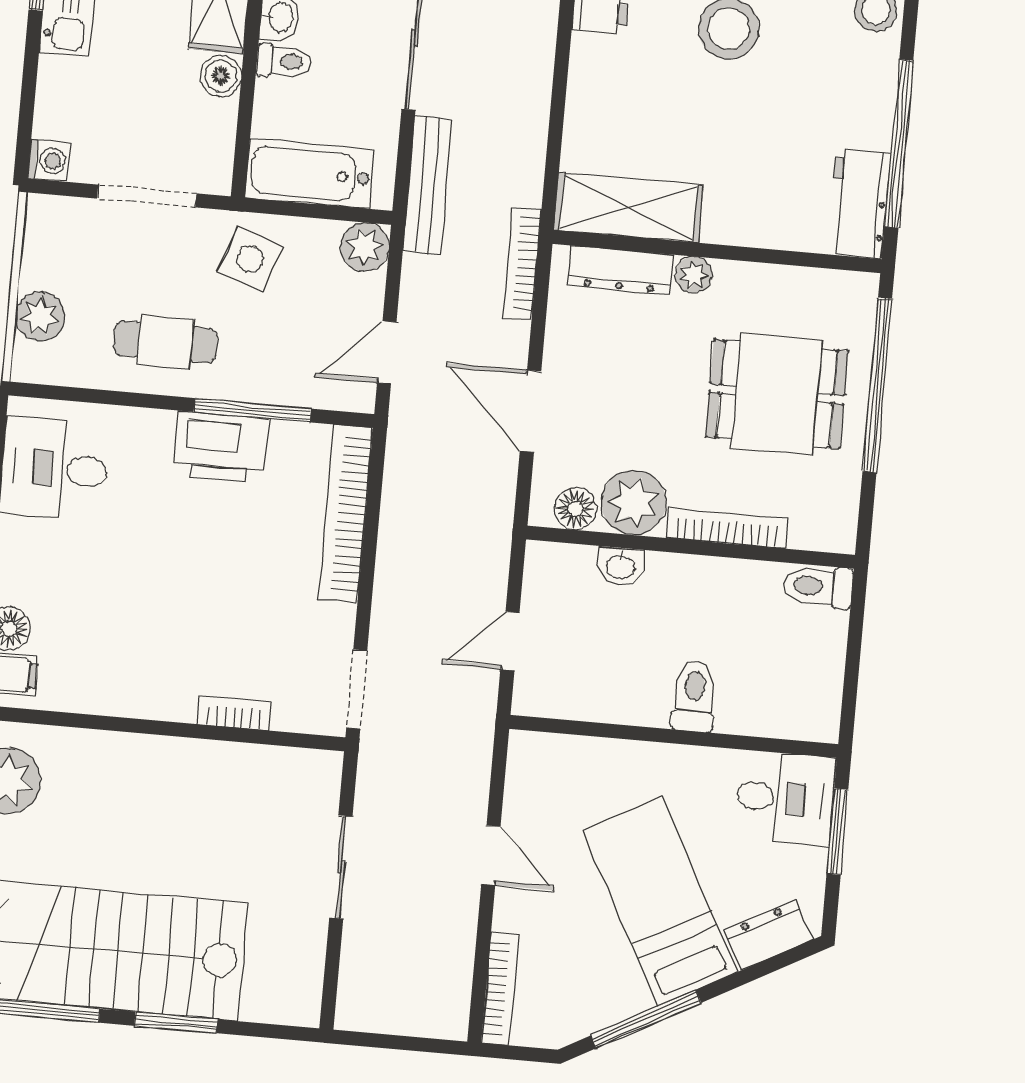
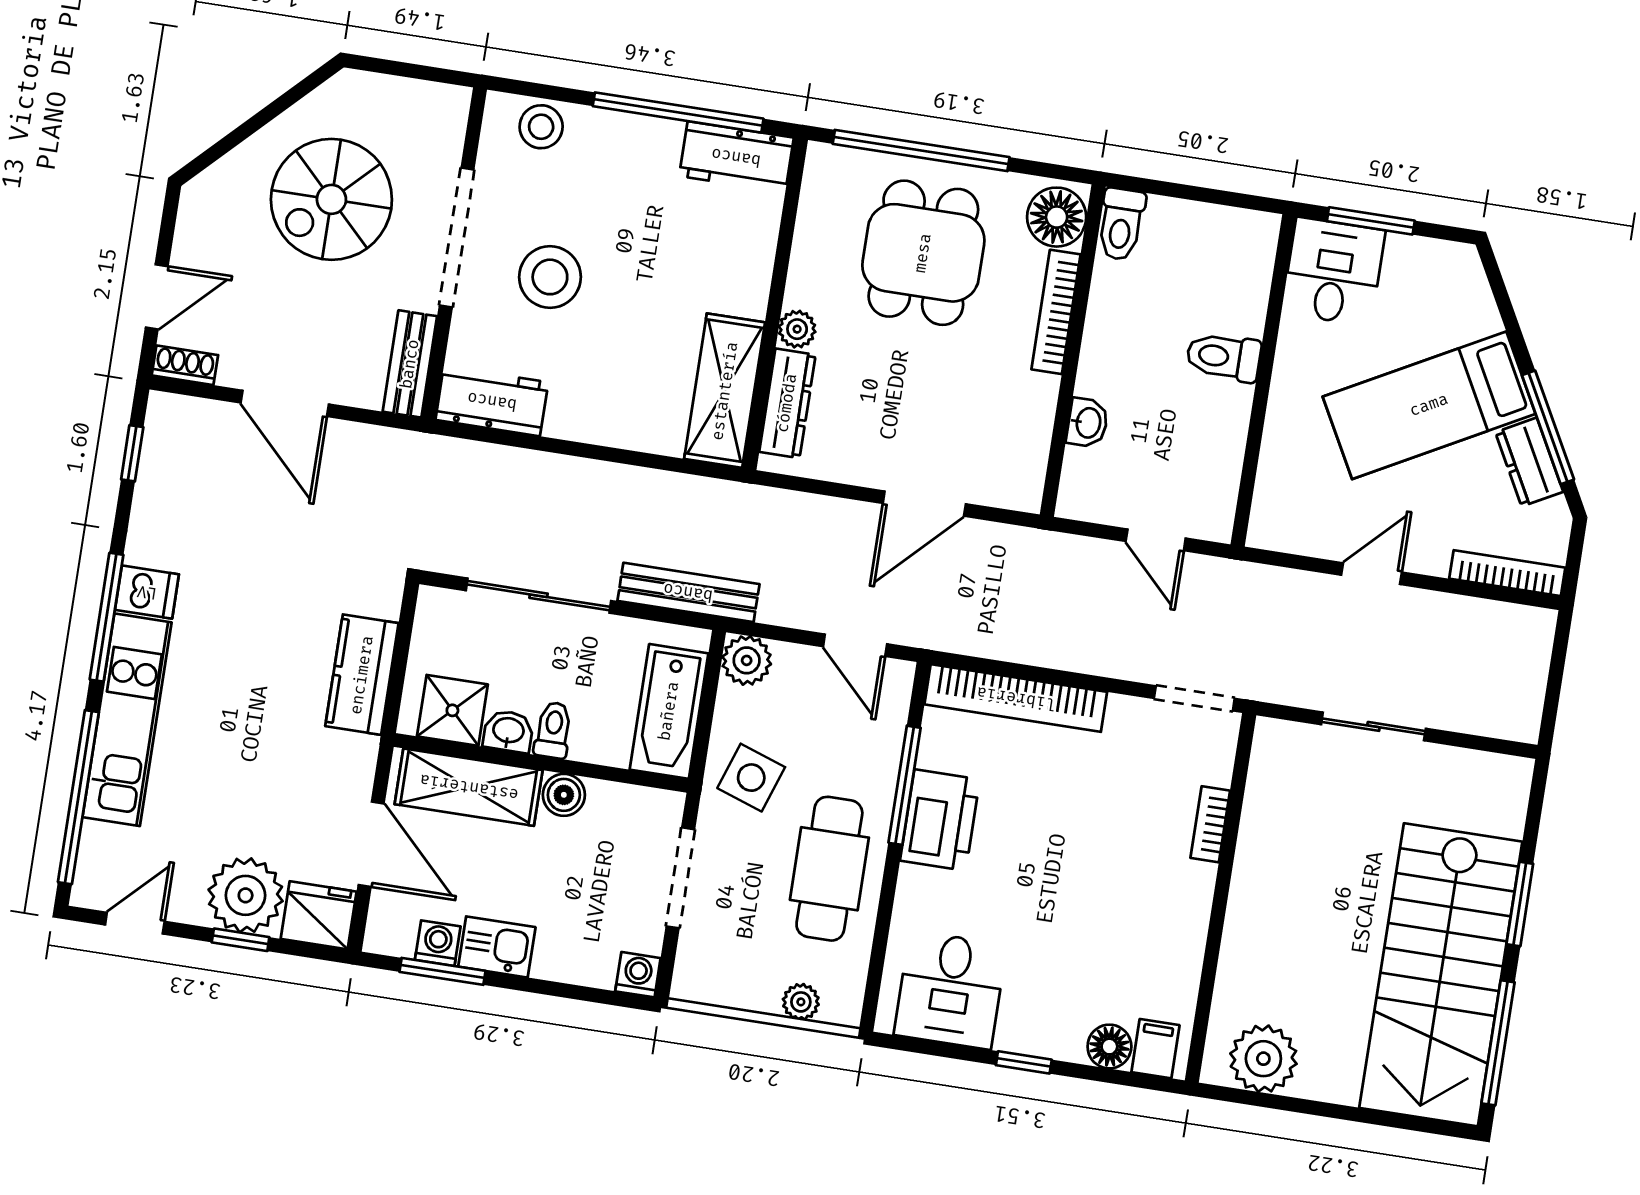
bookcase: (522, 263) -> (774, 502), removed
plant: (40, 316) -> (801, 1002), width x0.73, depth x0.73
cafe table: (165, 342) -> (829, 869), width x1.37, depth x1.35
plant: (634, 503) -> (1024, 405), removed
floor lamp: (576, 509) -> (1057, 217), moved, width x1.38, depth x1.38
dresser: (768, 935) -> (1529, 462), moved

